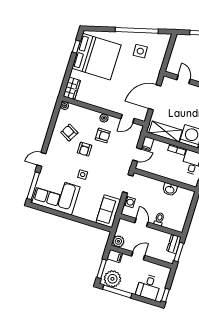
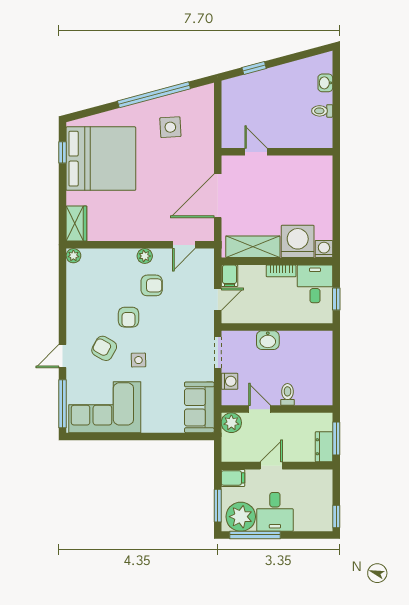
armchair: (69, 133) -> (104, 348), moved
washbasin: (170, 189) -> (268, 340), moved
plant: (118, 241) -> (231, 423), moved
dresser: (174, 244) -> (324, 447), moved
desk: (149, 287) -> (275, 512), moved

